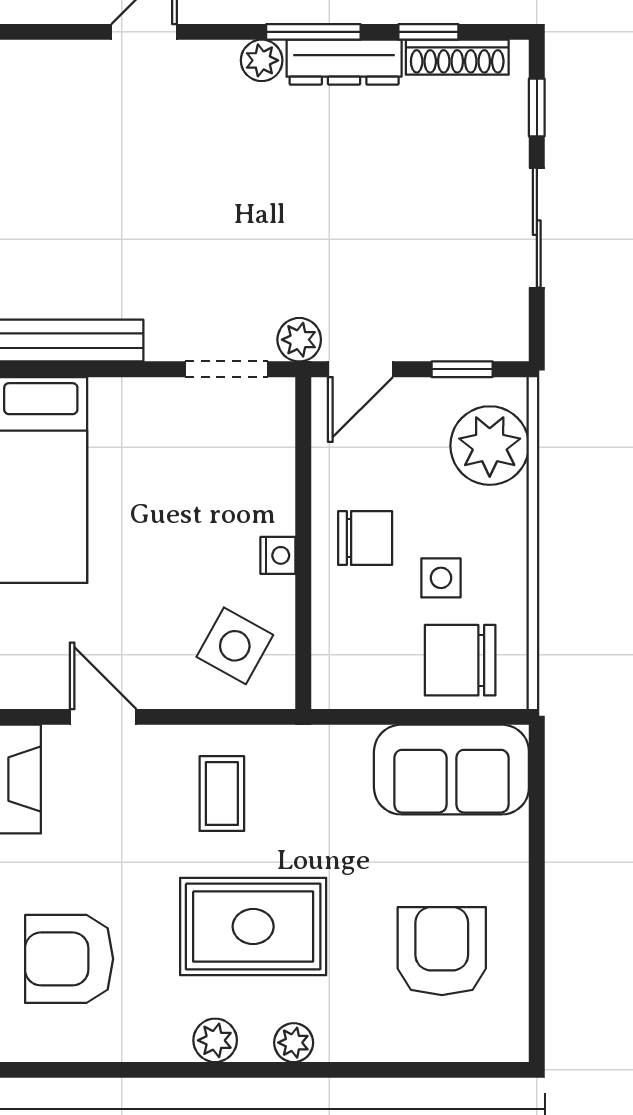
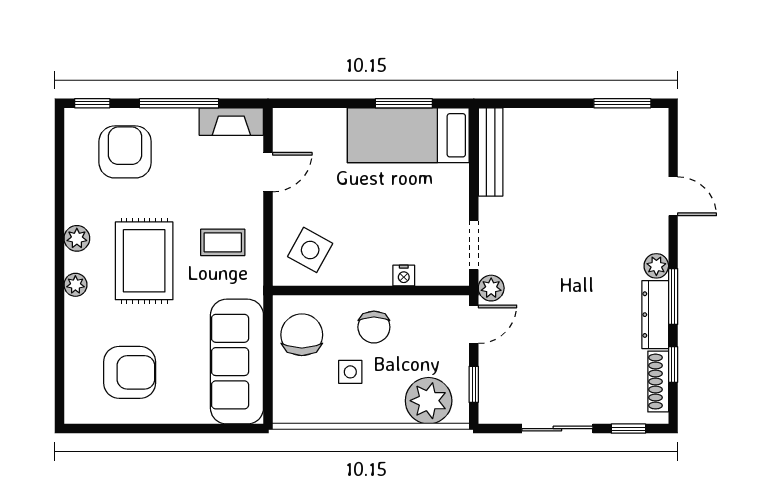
door: (360, 369) -> (474, 324), swing flipped
nightstand: (278, 555) -> (404, 276), moved
chair: (460, 660) -> (302, 335), moved
sofa: (451, 770) -> (237, 362), width x1.36

